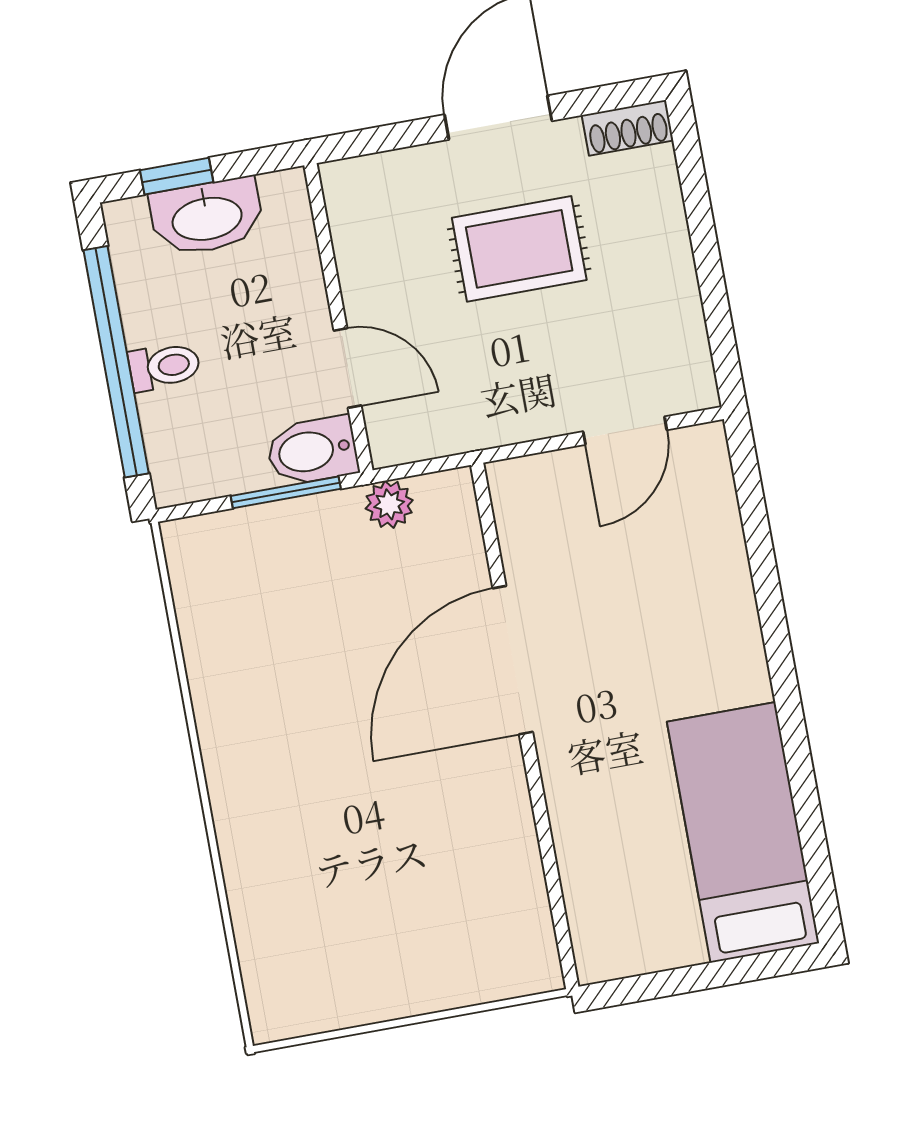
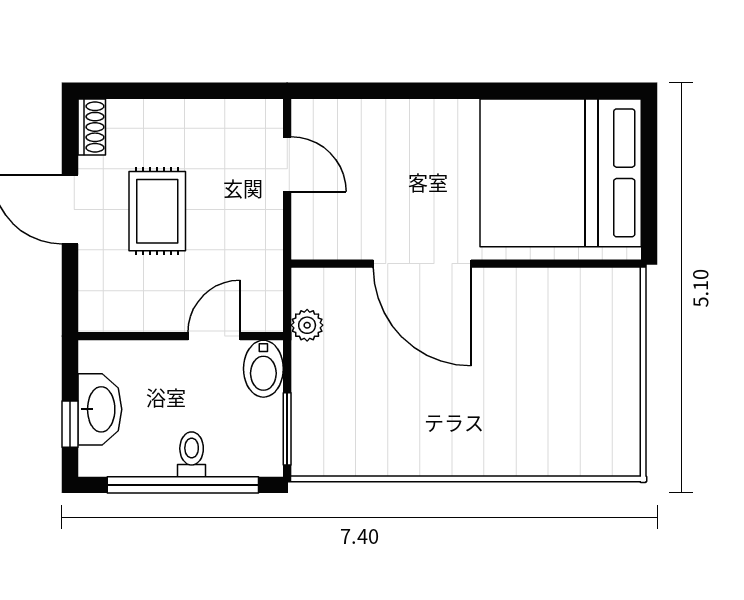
window: (286, 492) -> (287, 429), moved
bed: (743, 832) -> (561, 173), width x2.04

